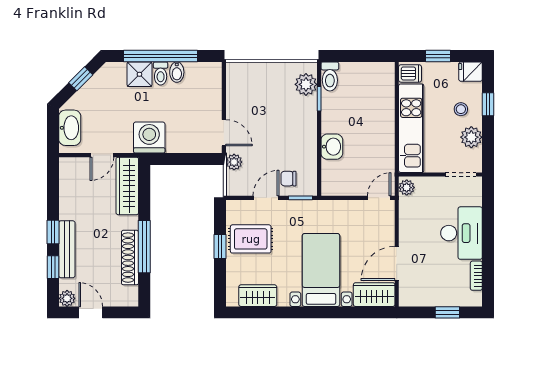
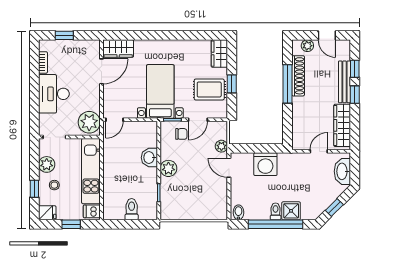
bidet: (177, 72) -> (238, 212), moved
toilet: (330, 76) -> (132, 209), moved
plant: (306, 84) -> (168, 168), moved
washing machine: (149, 138) -> (265, 164), moved
wardrobe: (127, 186) -> (342, 125), moved, turned 180
plant: (407, 188) -> (89, 122), width x1.88, depth x1.88
bed with nightstands: (321, 270) -> (160, 91), moved, turned 180
wardrobe: (258, 296) -> (219, 54), moved, turned 90
plant: (67, 298) -> (307, 46), moved

